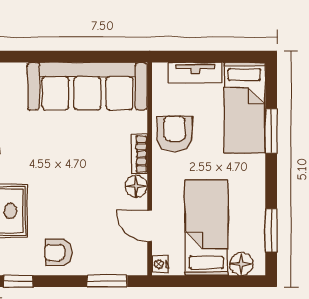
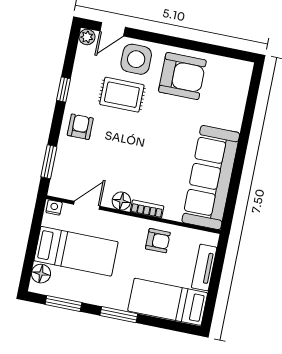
window: (271, 131) -> (119, 315), moved
armchair: (174, 134) -> (158, 241), width x0.72, depth x0.72

